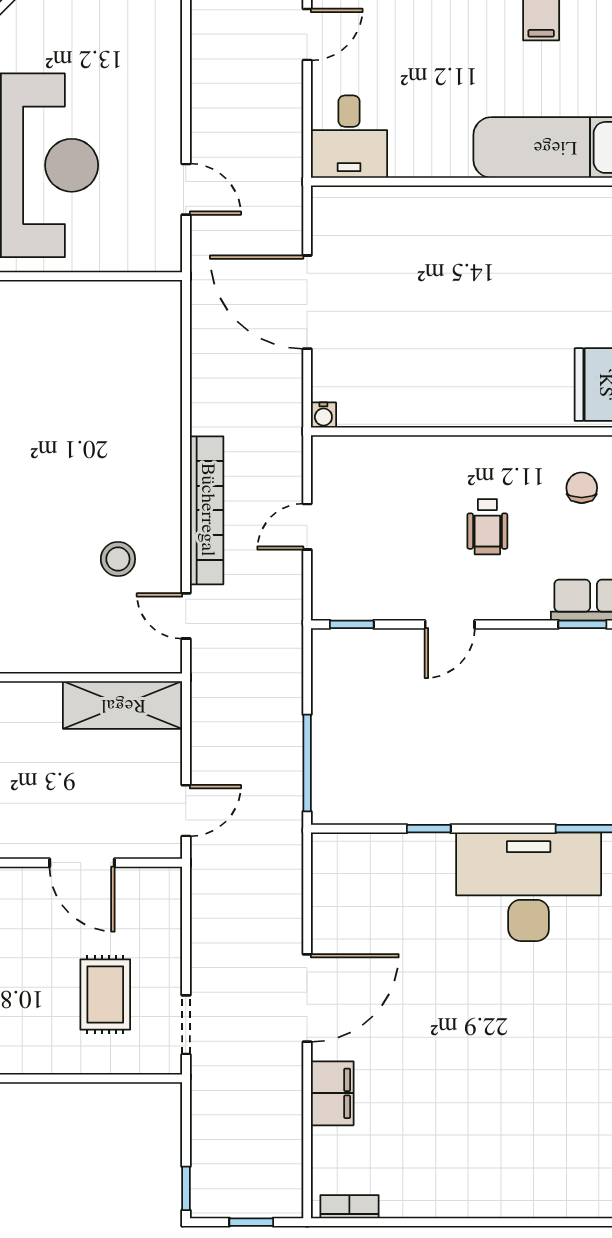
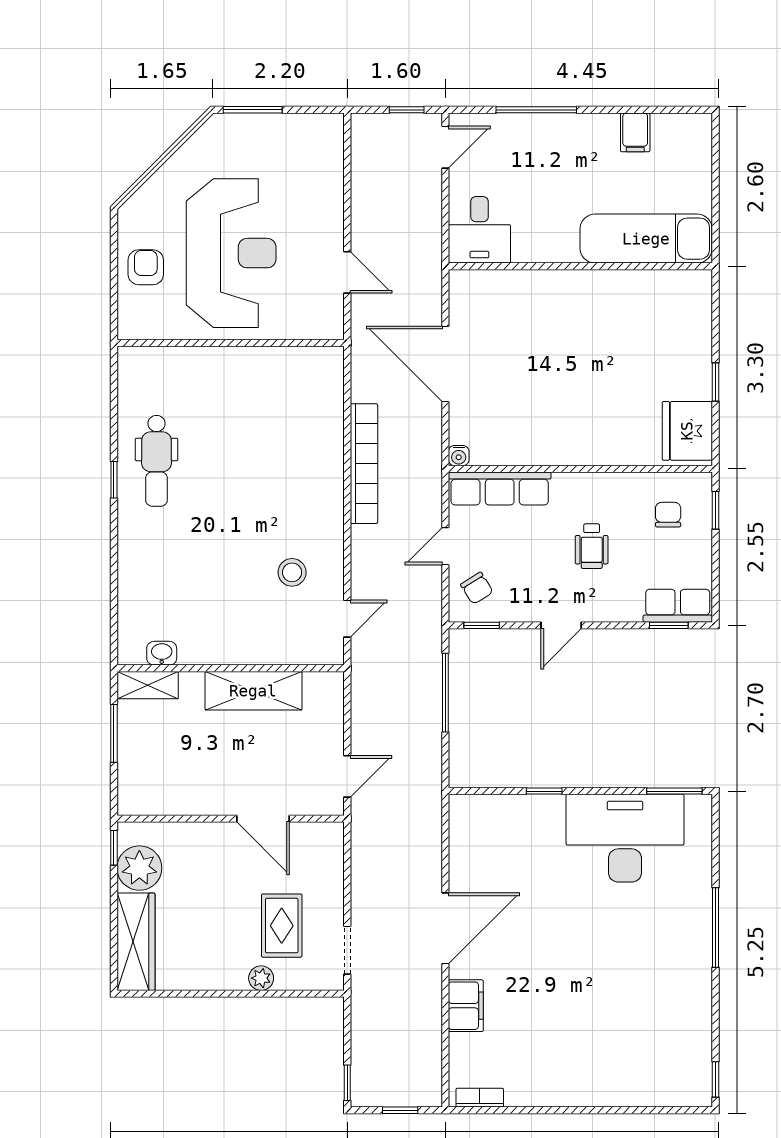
row of seats: (374, 456) -> (500, 488), added
bookcase: (207, 510) -> (364, 464), moved
chair: (346, 579) -> (477, 588), added
door: (186, 616) -> (347, 619), swing flipped
shelving: (123, 705) -> (253, 691), moved
window: (307, 763) -> (445, 693), moved
plant: (80, 1059) -> (261, 978), added

